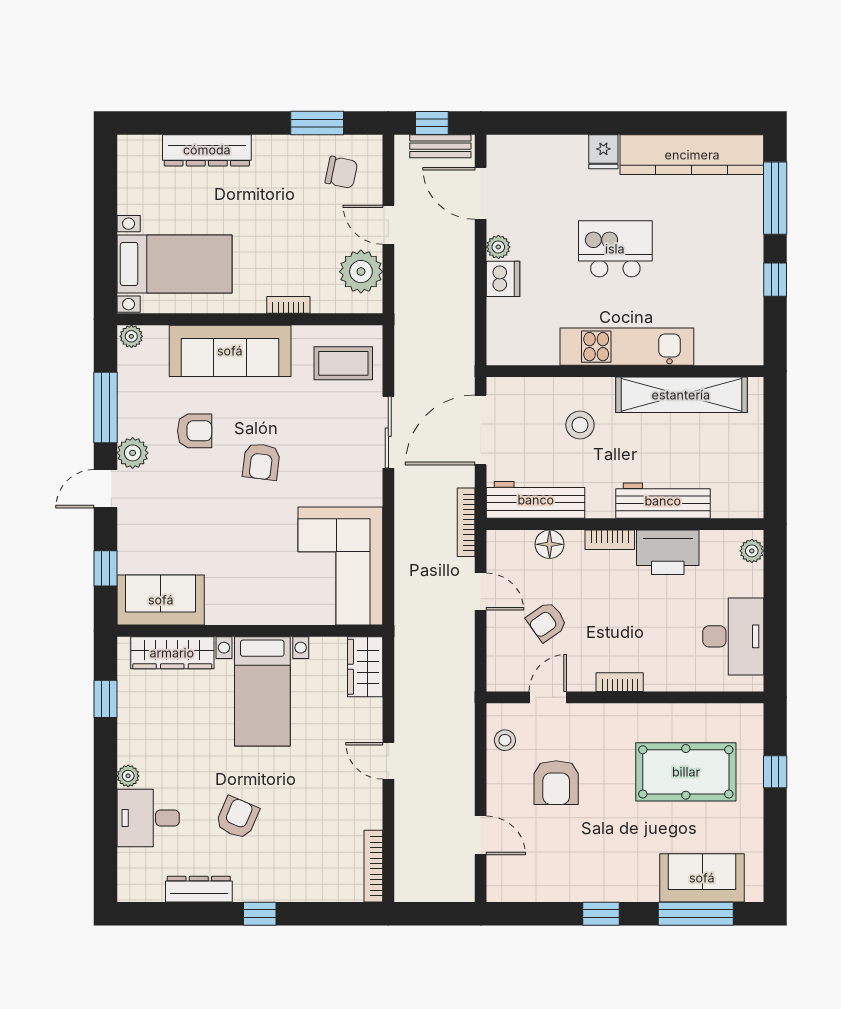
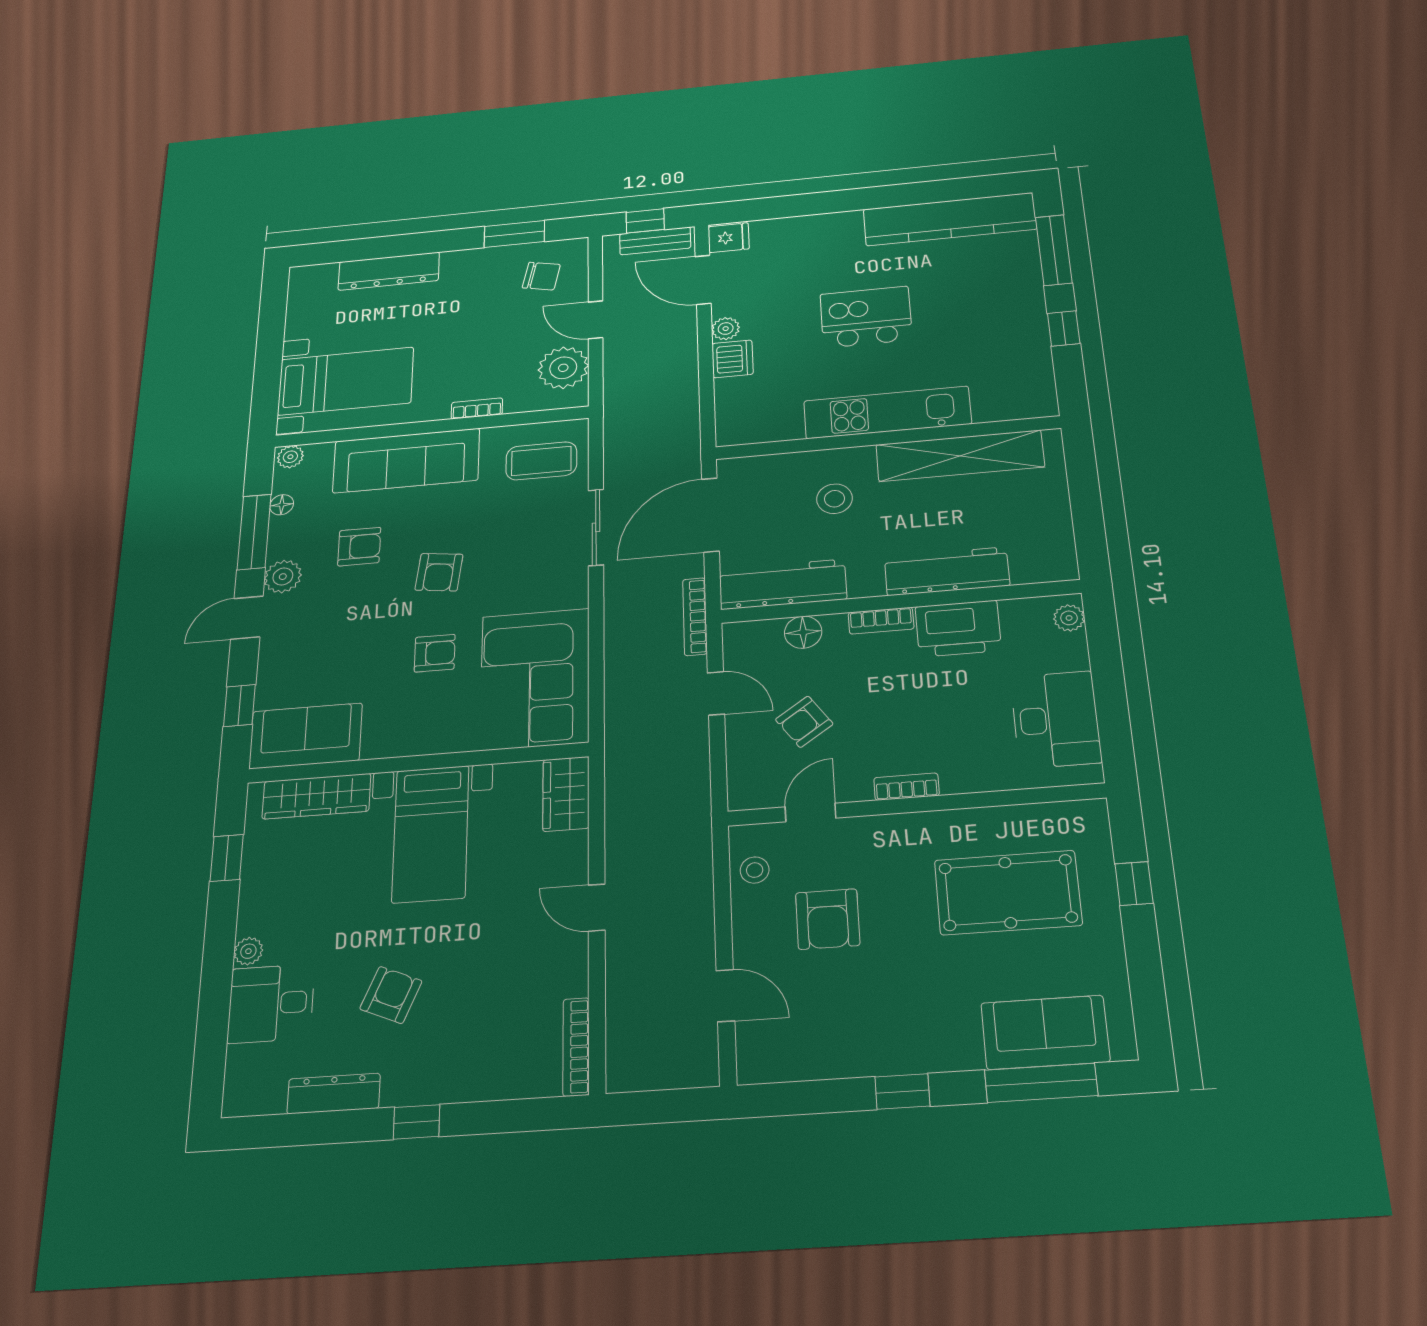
fridge: (603, 152) -> (729, 238), moved, turned -90
floor lamp: (127, 383) -> (282, 505), added
armchair: (260, 536) -> (435, 653), added

